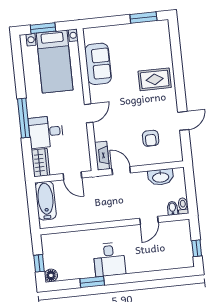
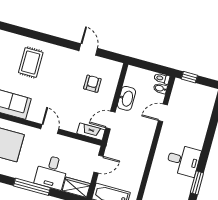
rug: (155, 79) -> (31, 63), moved
armchair: (151, 138) -> (92, 84), turned -90
washbasin: (161, 177) -> (126, 98), moved
door: (149, 220) -> (163, 113), swing flipped
window: (197, 248) -> (189, 77), moved

